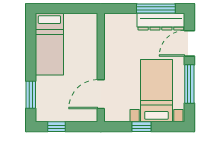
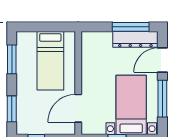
window: (31, 43) -> (12, 59), added
bed: (49, 44) -> (50, 61), moved

